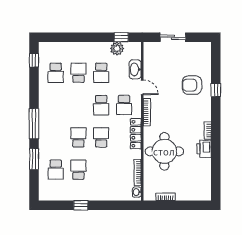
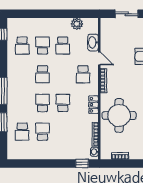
window: (121, 37) -> (81, 14), removed
school desk: (101, 105) -> (42, 74), moved
locker: (136, 134) -> (94, 105), width x0.66
window: (81, 205) -> (82, 163), moved

